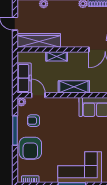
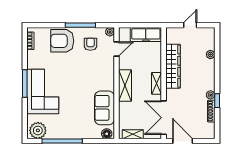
wardrobe: (39, 40) -> (173, 66), moved
shelving: (57, 56) -> (156, 83), moved
freezer: (24, 78) -> (146, 34), moved

